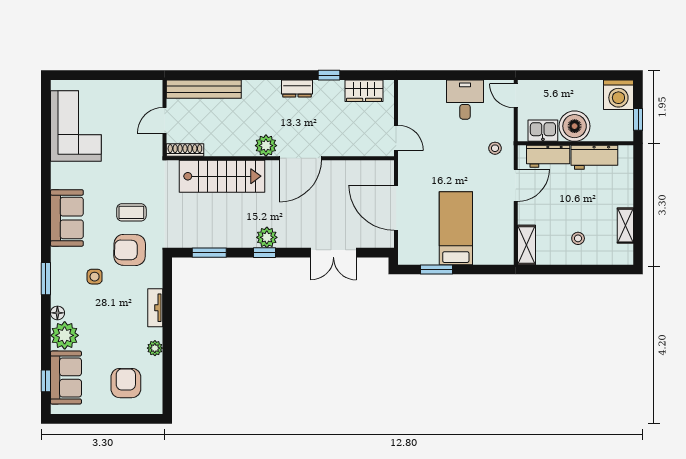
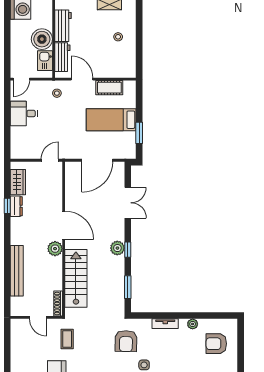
dresser: (297, 88) -> (16, 206), moved
bench: (204, 89) -> (17, 271), moved
coffee table: (131, 212) -> (67, 339), moved
cot: (503, 225) -> (109, 88), added
shelving: (526, 245) -> (123, 72), removed

